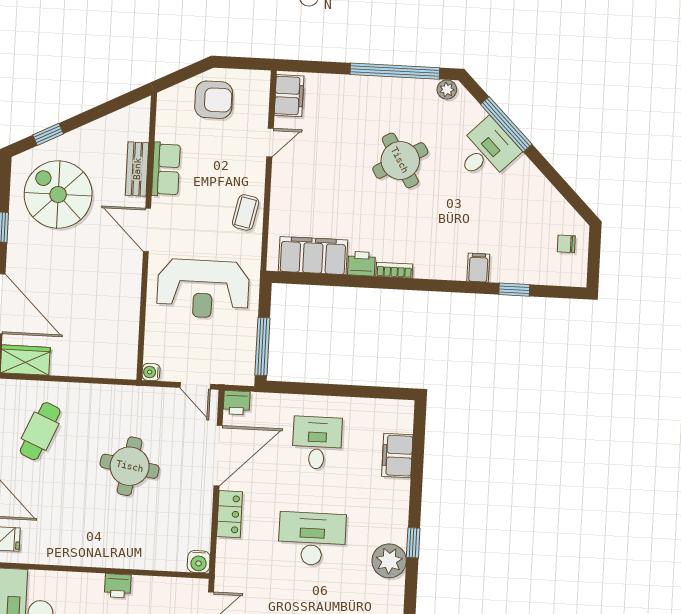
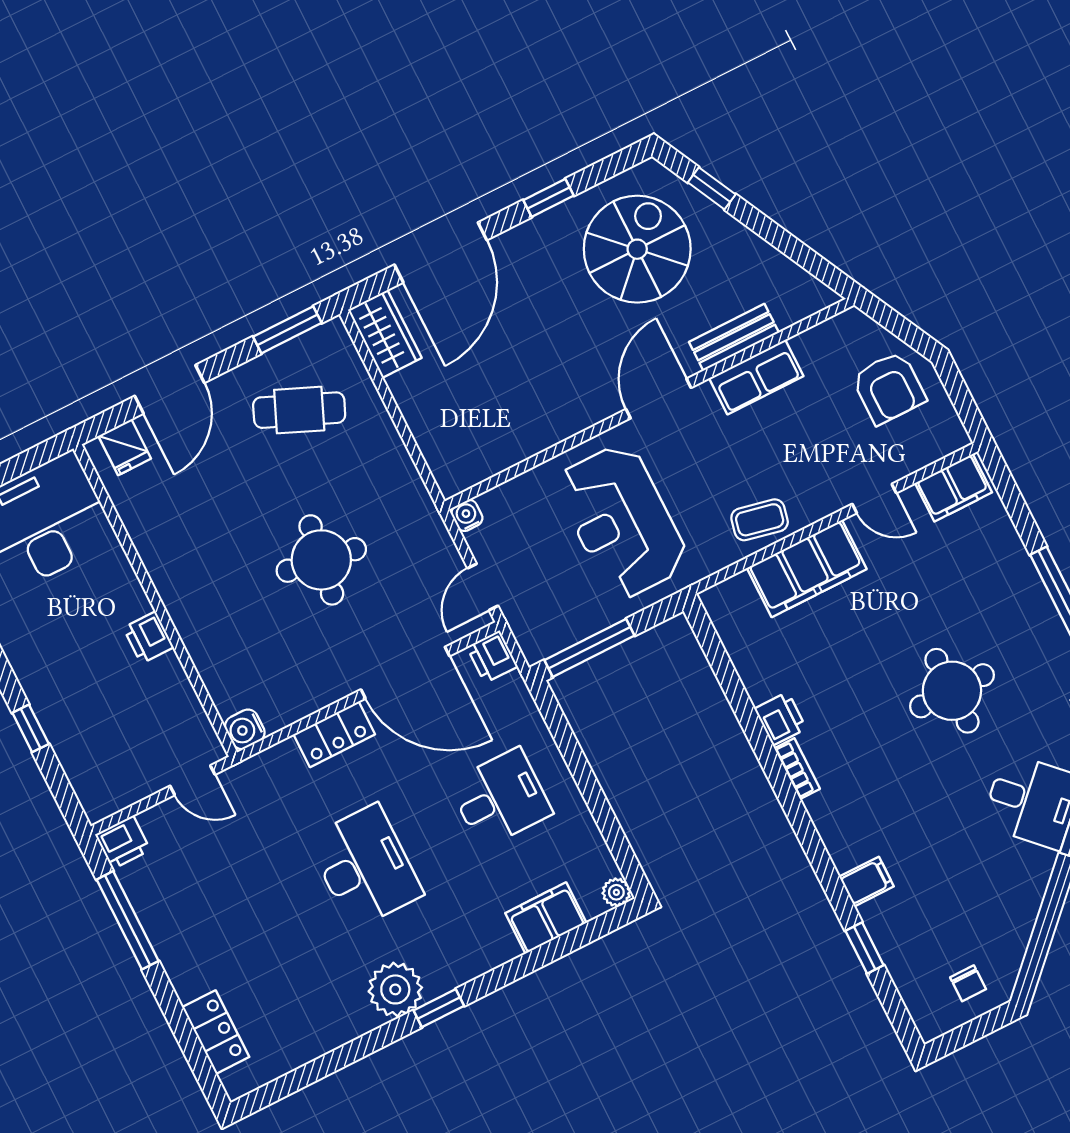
round table: (400, 160) -> (952, 691), turned 30
chair: (566, 244) -> (968, 983), turned 180
filing cabinet: (313, 256) -> (807, 569), moved, turned 90
plant: (405, 409) -> (616, 892), added

